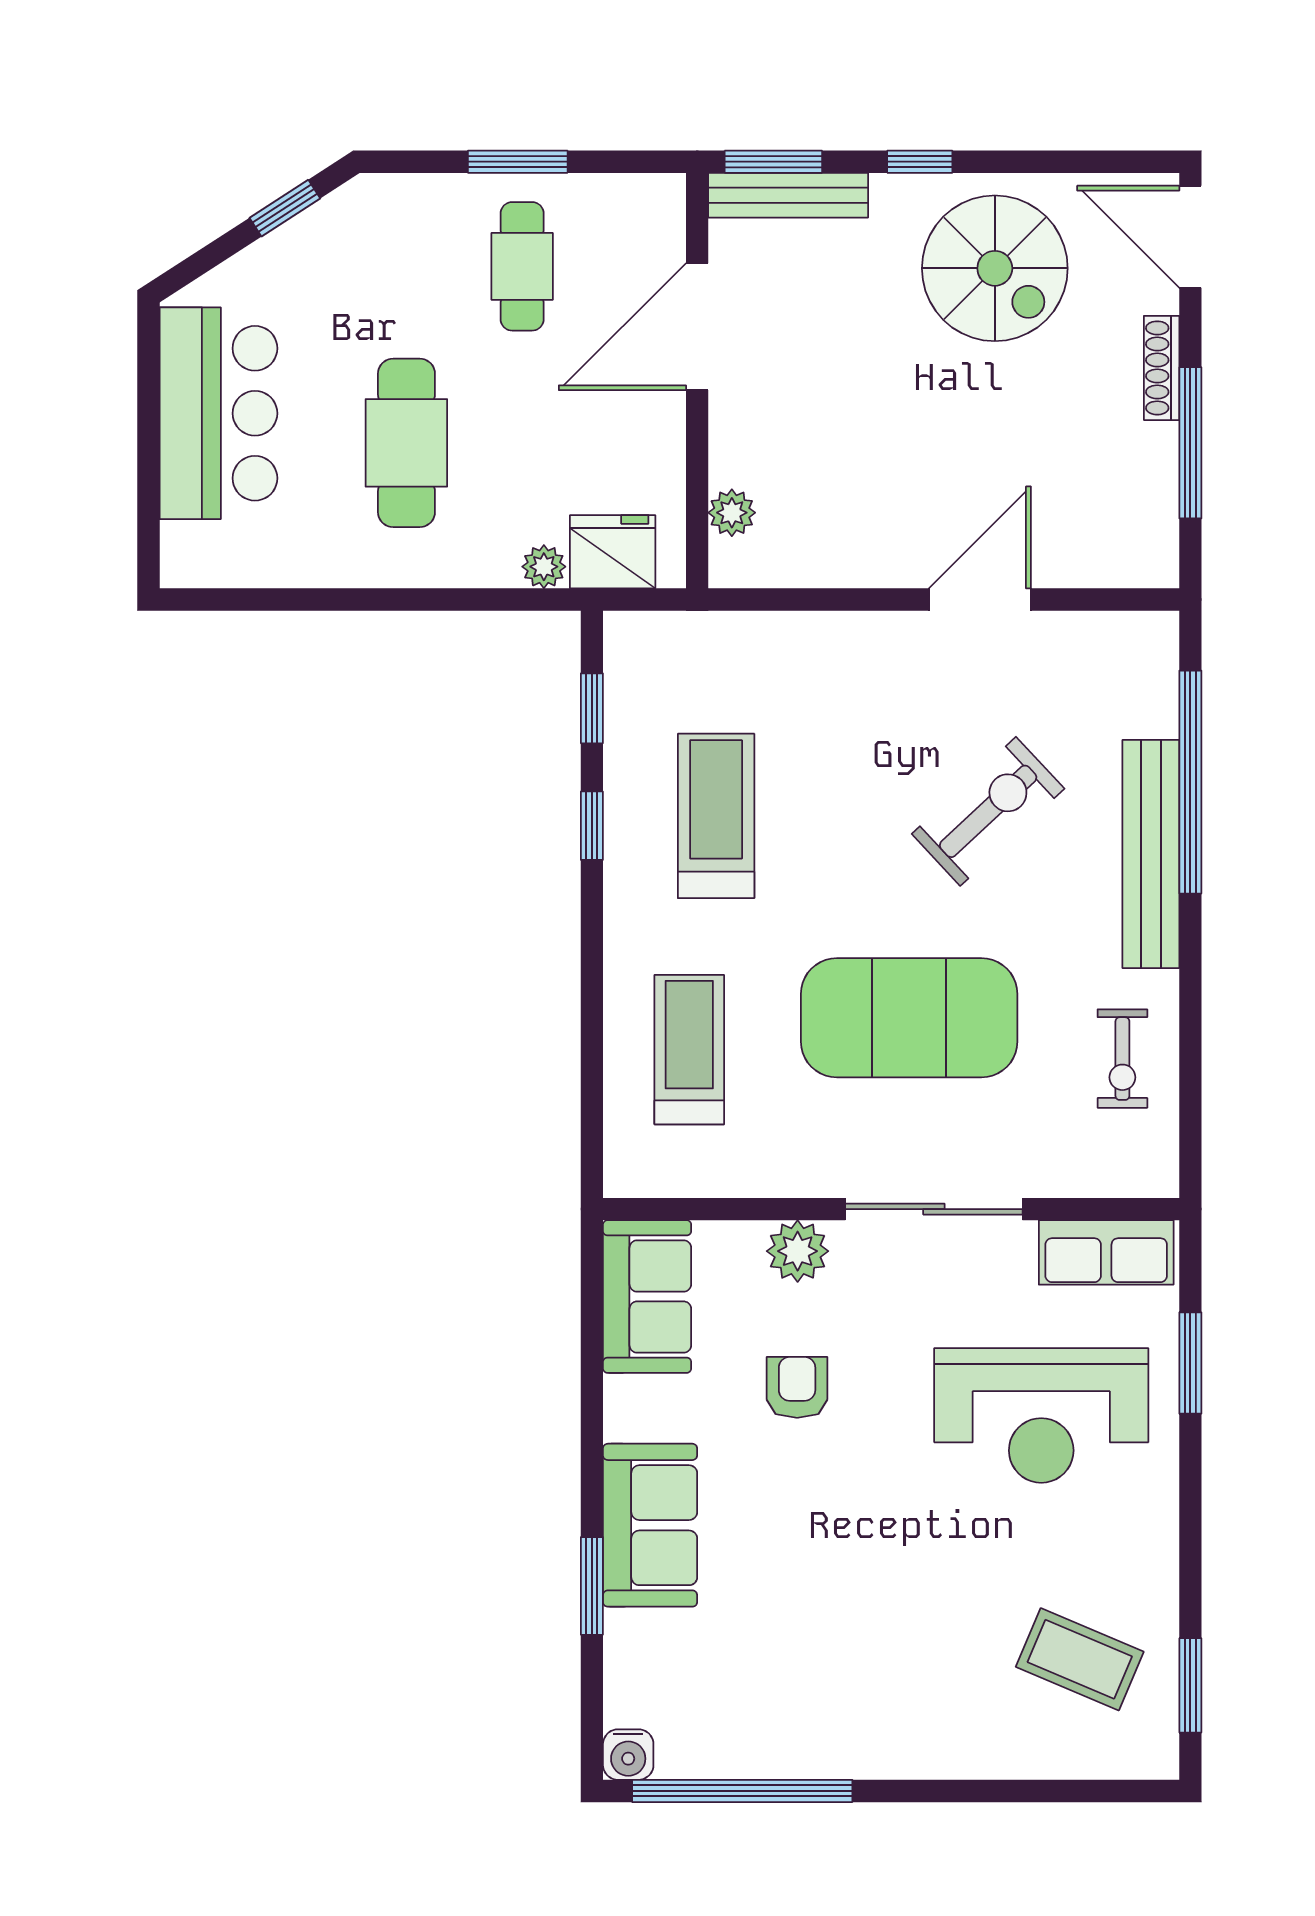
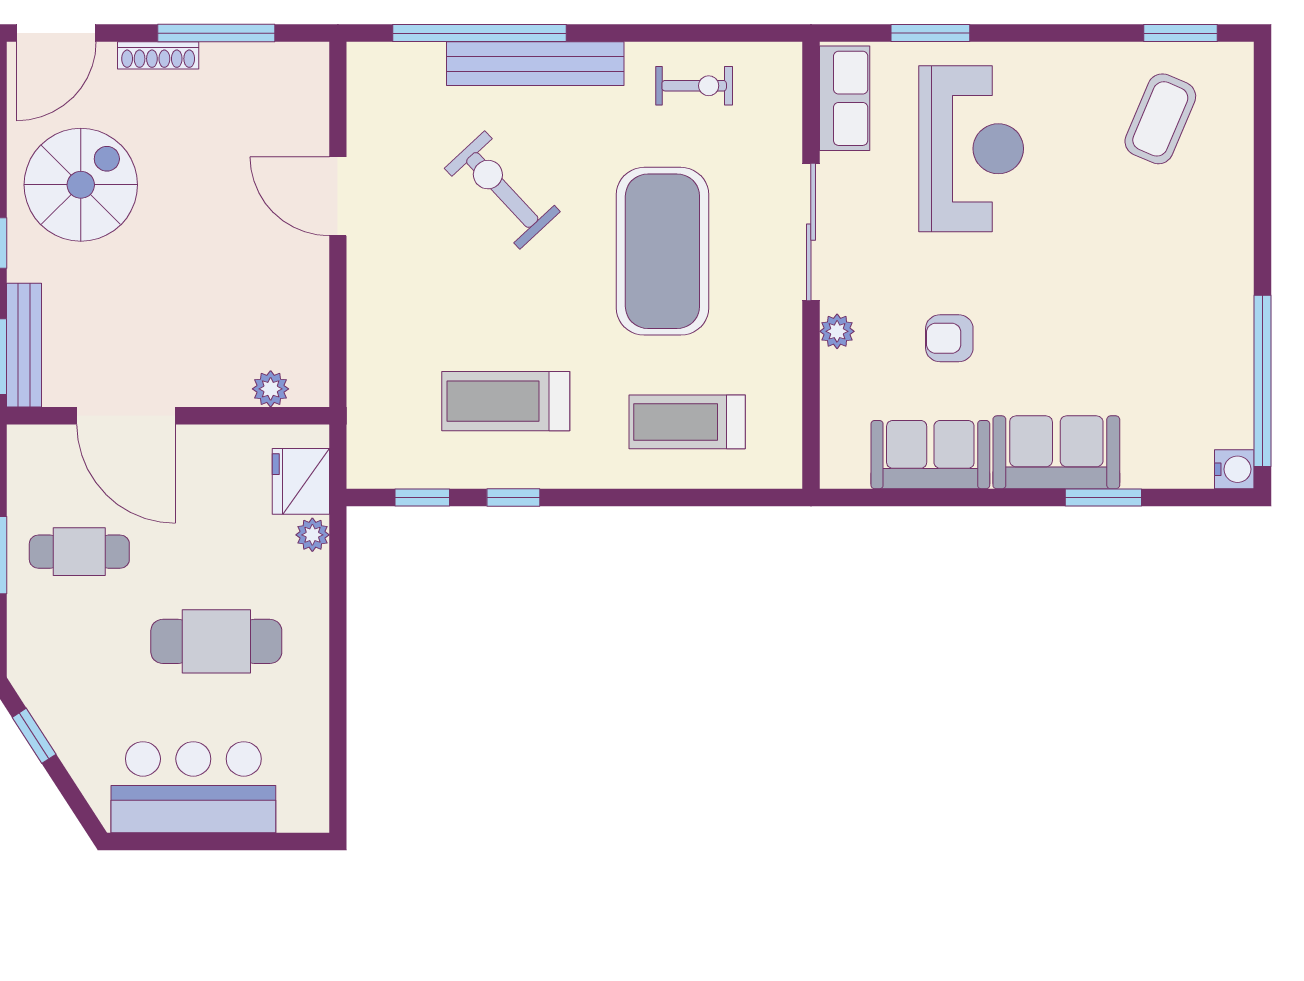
plant: (798, 1251) -> (837, 331), width x0.73, depth x0.73
sofa: (647, 1297) -> (930, 455), moved

